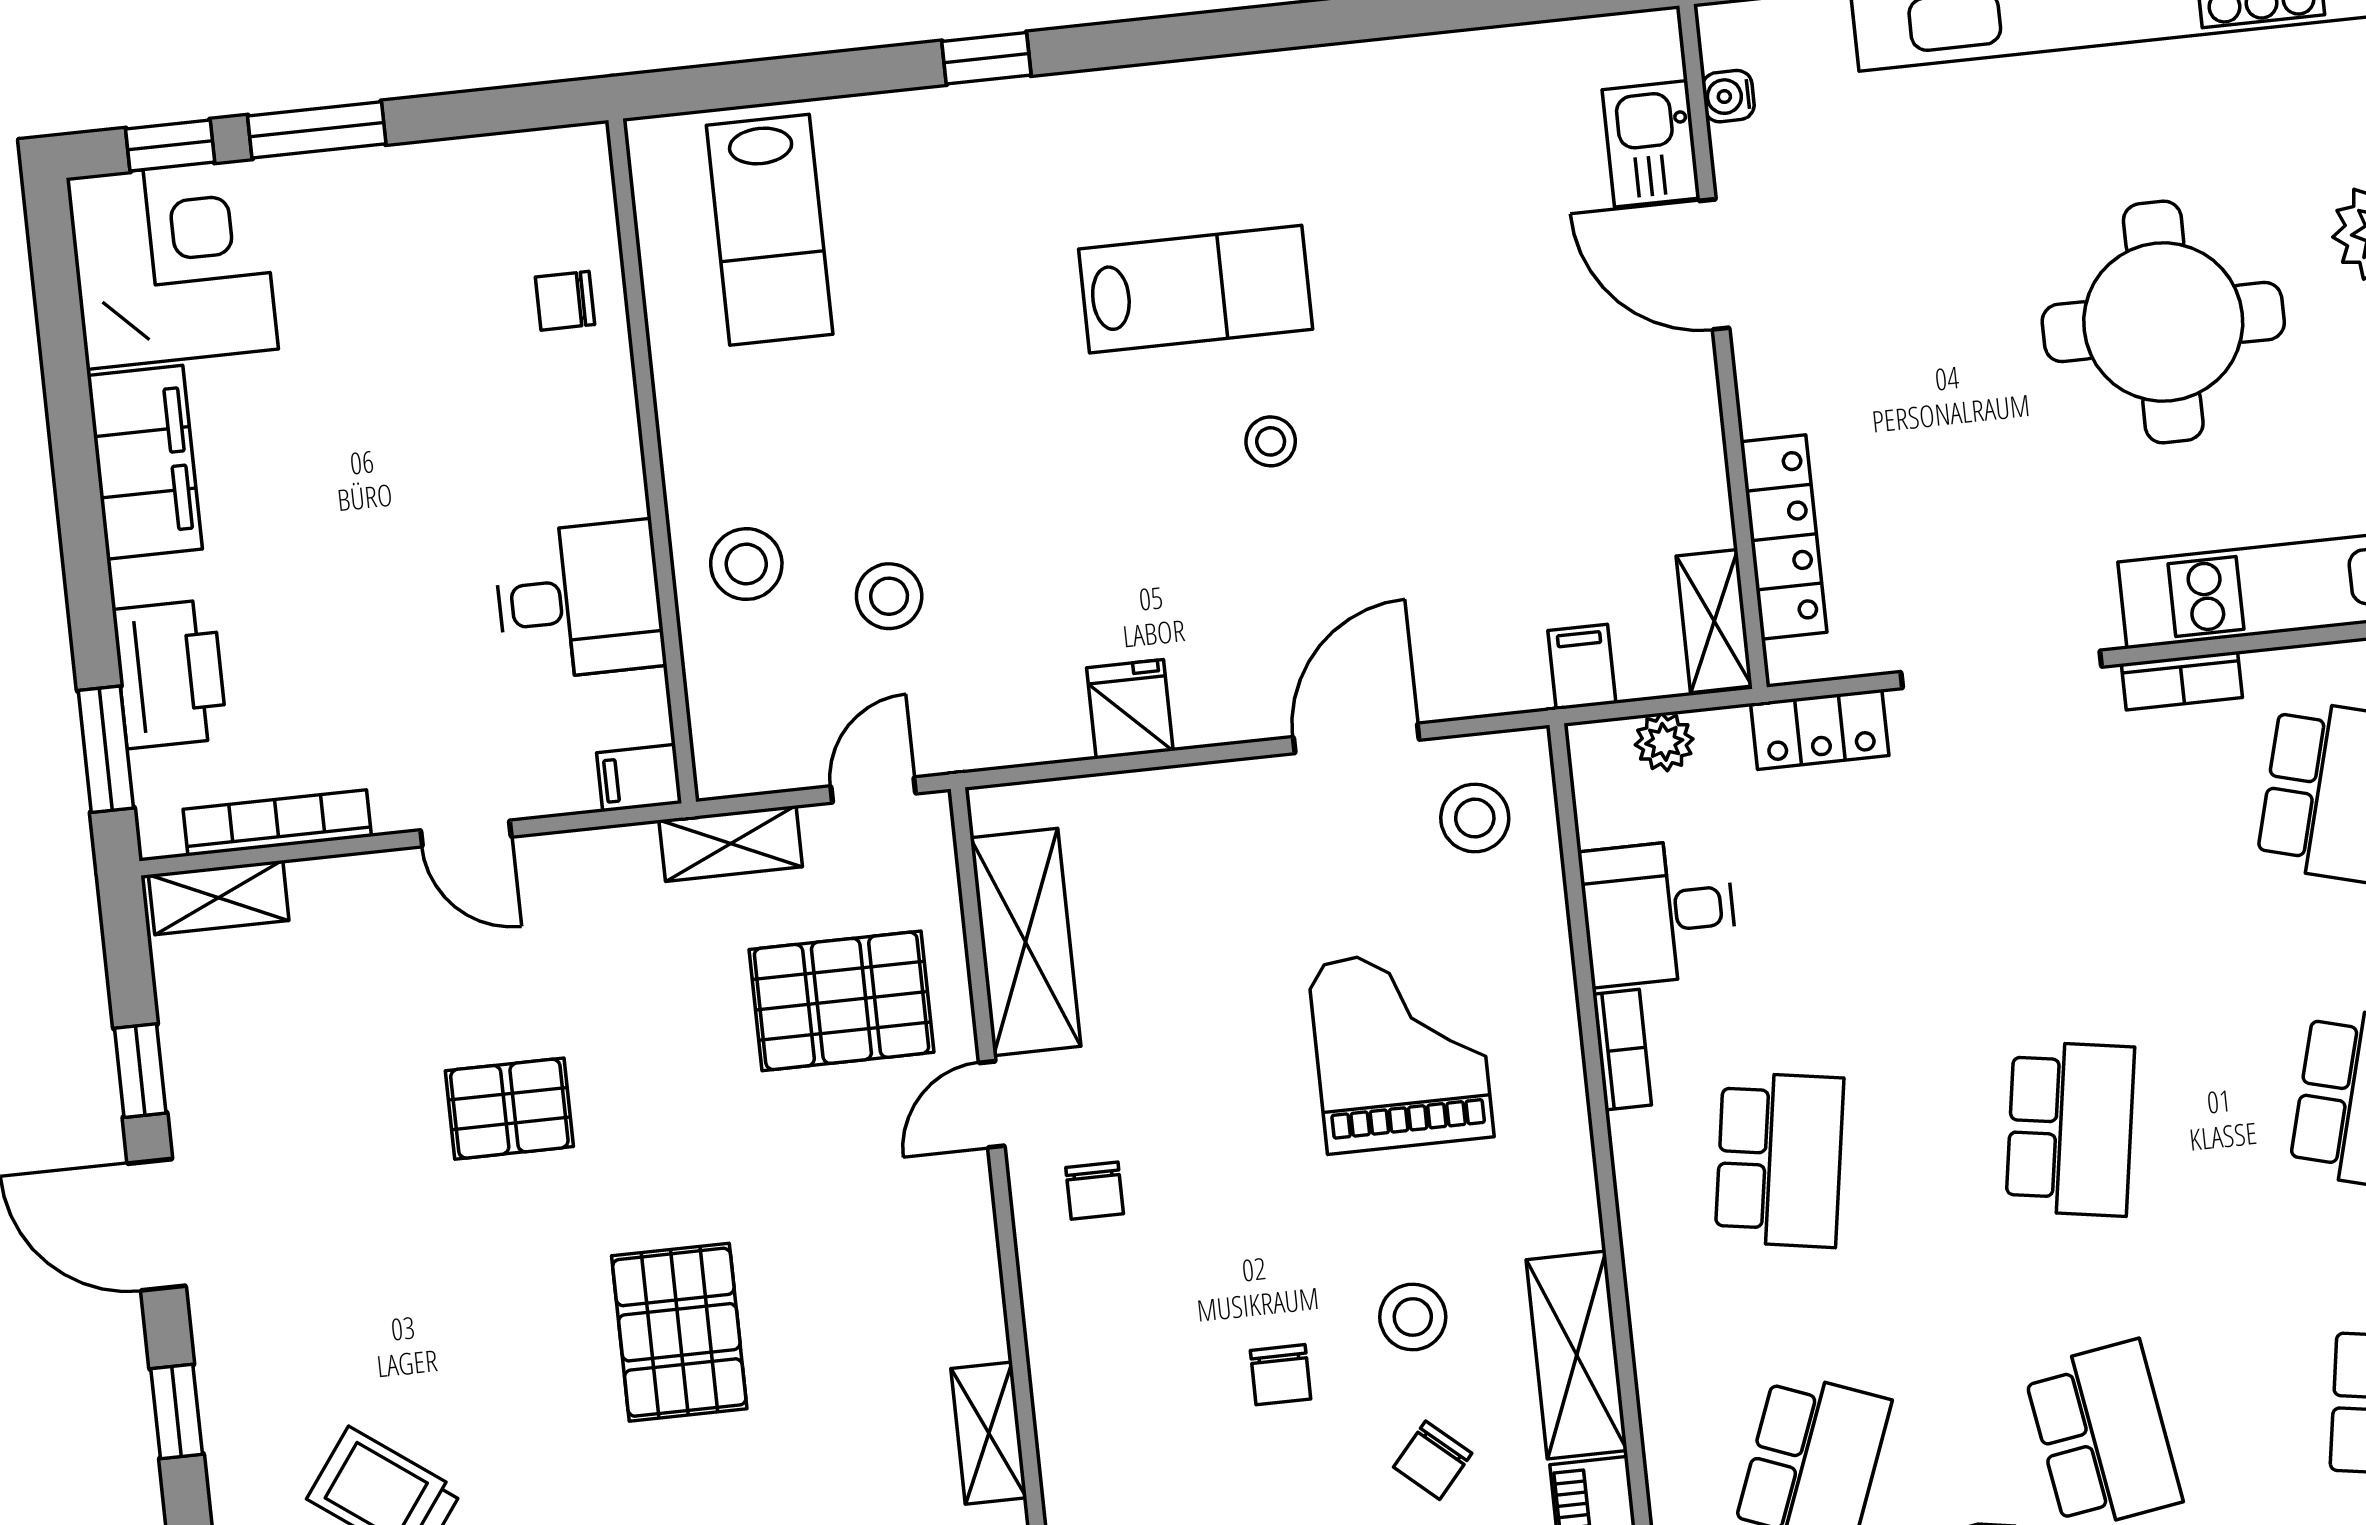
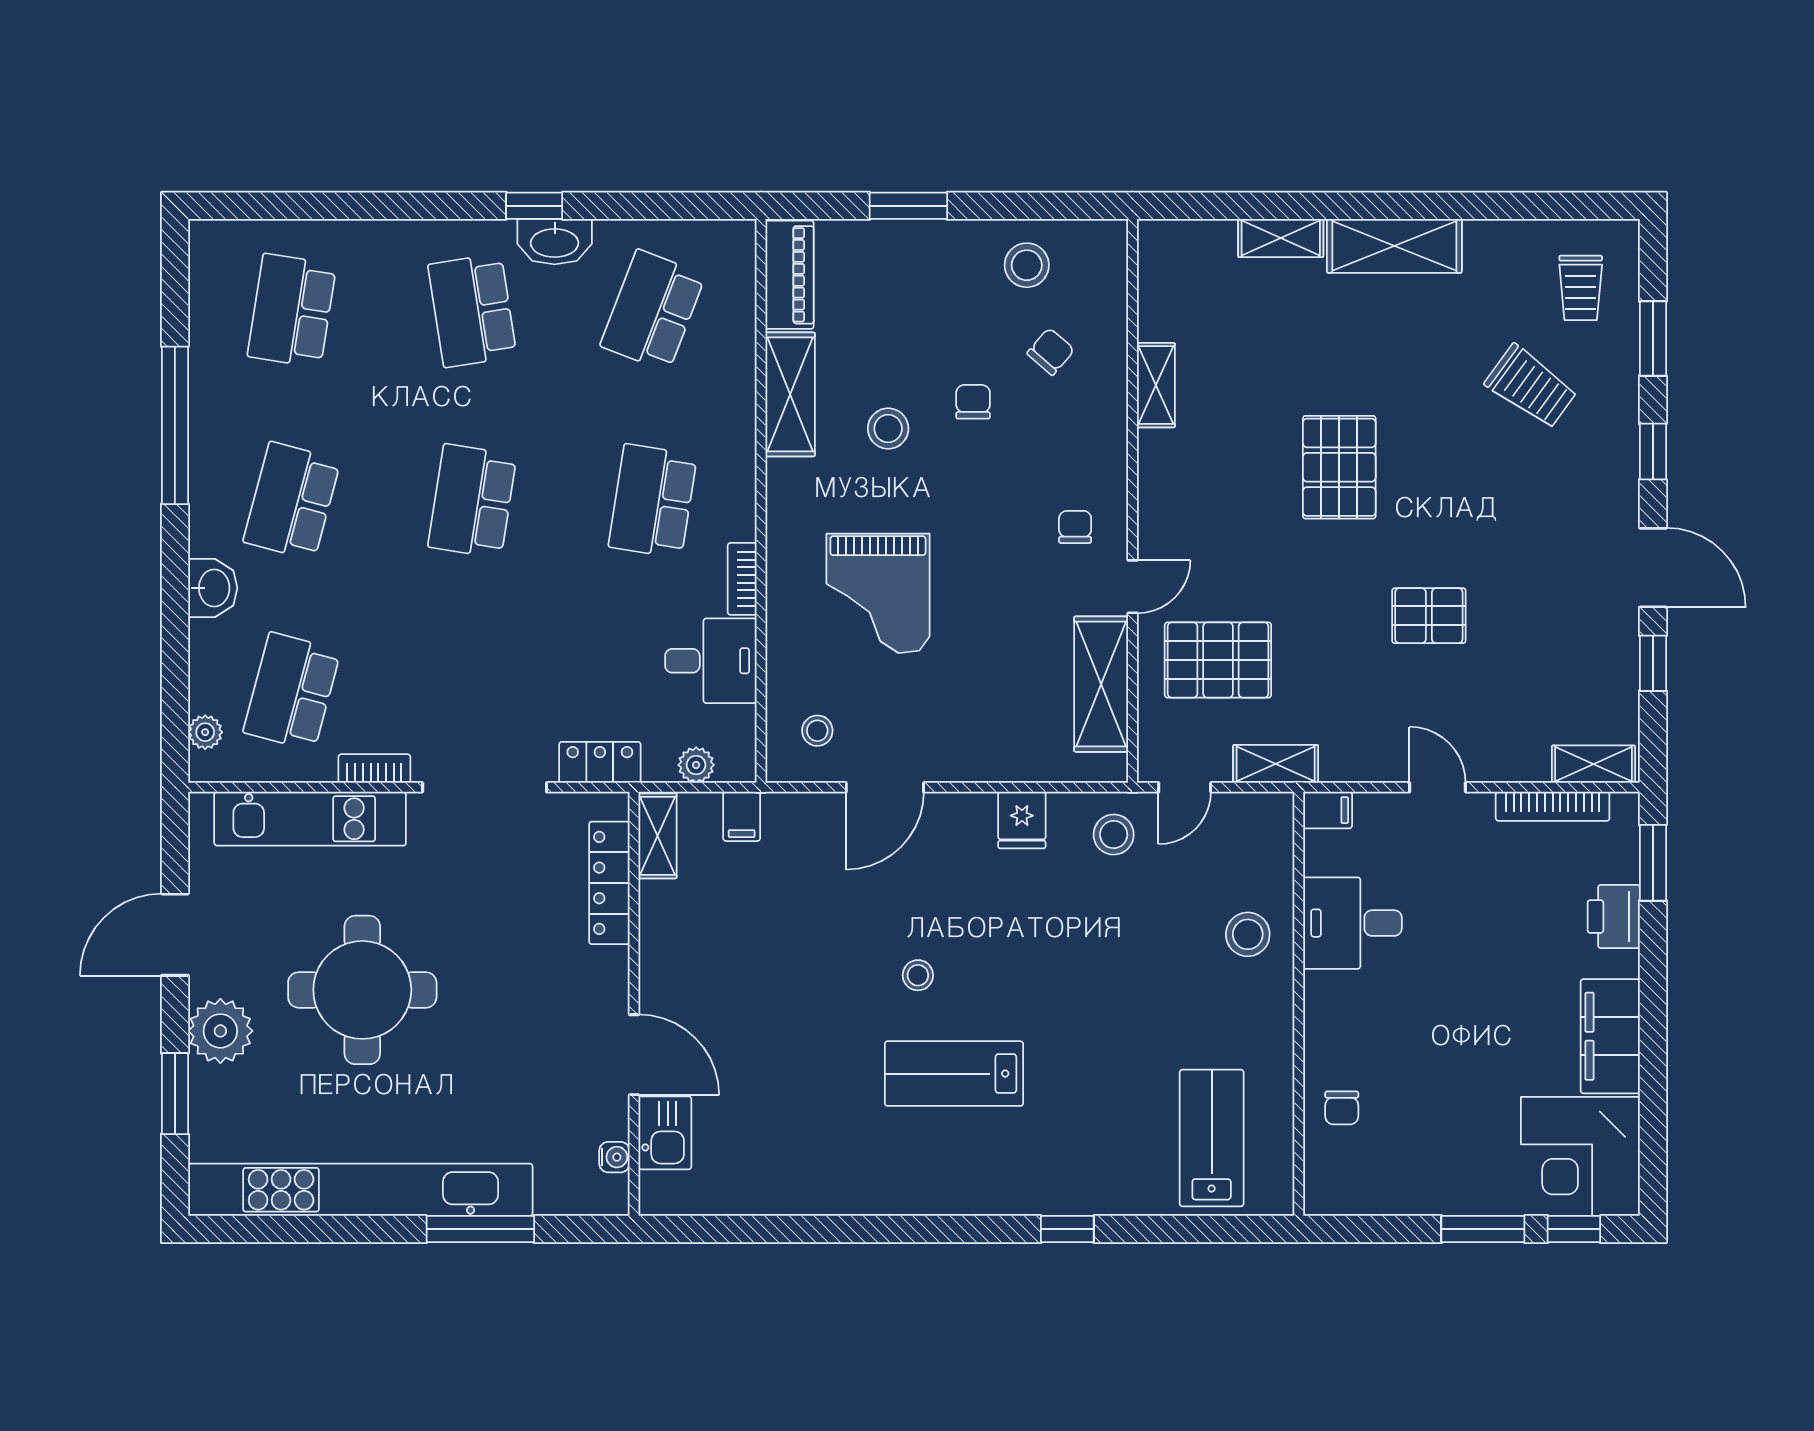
chair: (565, 301) -> (1342, 1108), turned 90
stool: (889, 596) -> (1114, 835), moved
printer: (170, 674) -> (1614, 917), width x0.73, depth x0.84
stool: (1475, 818) -> (817, 731), width x0.73, depth x0.73
chair: (1433, 1460) -> (1051, 352), moved

